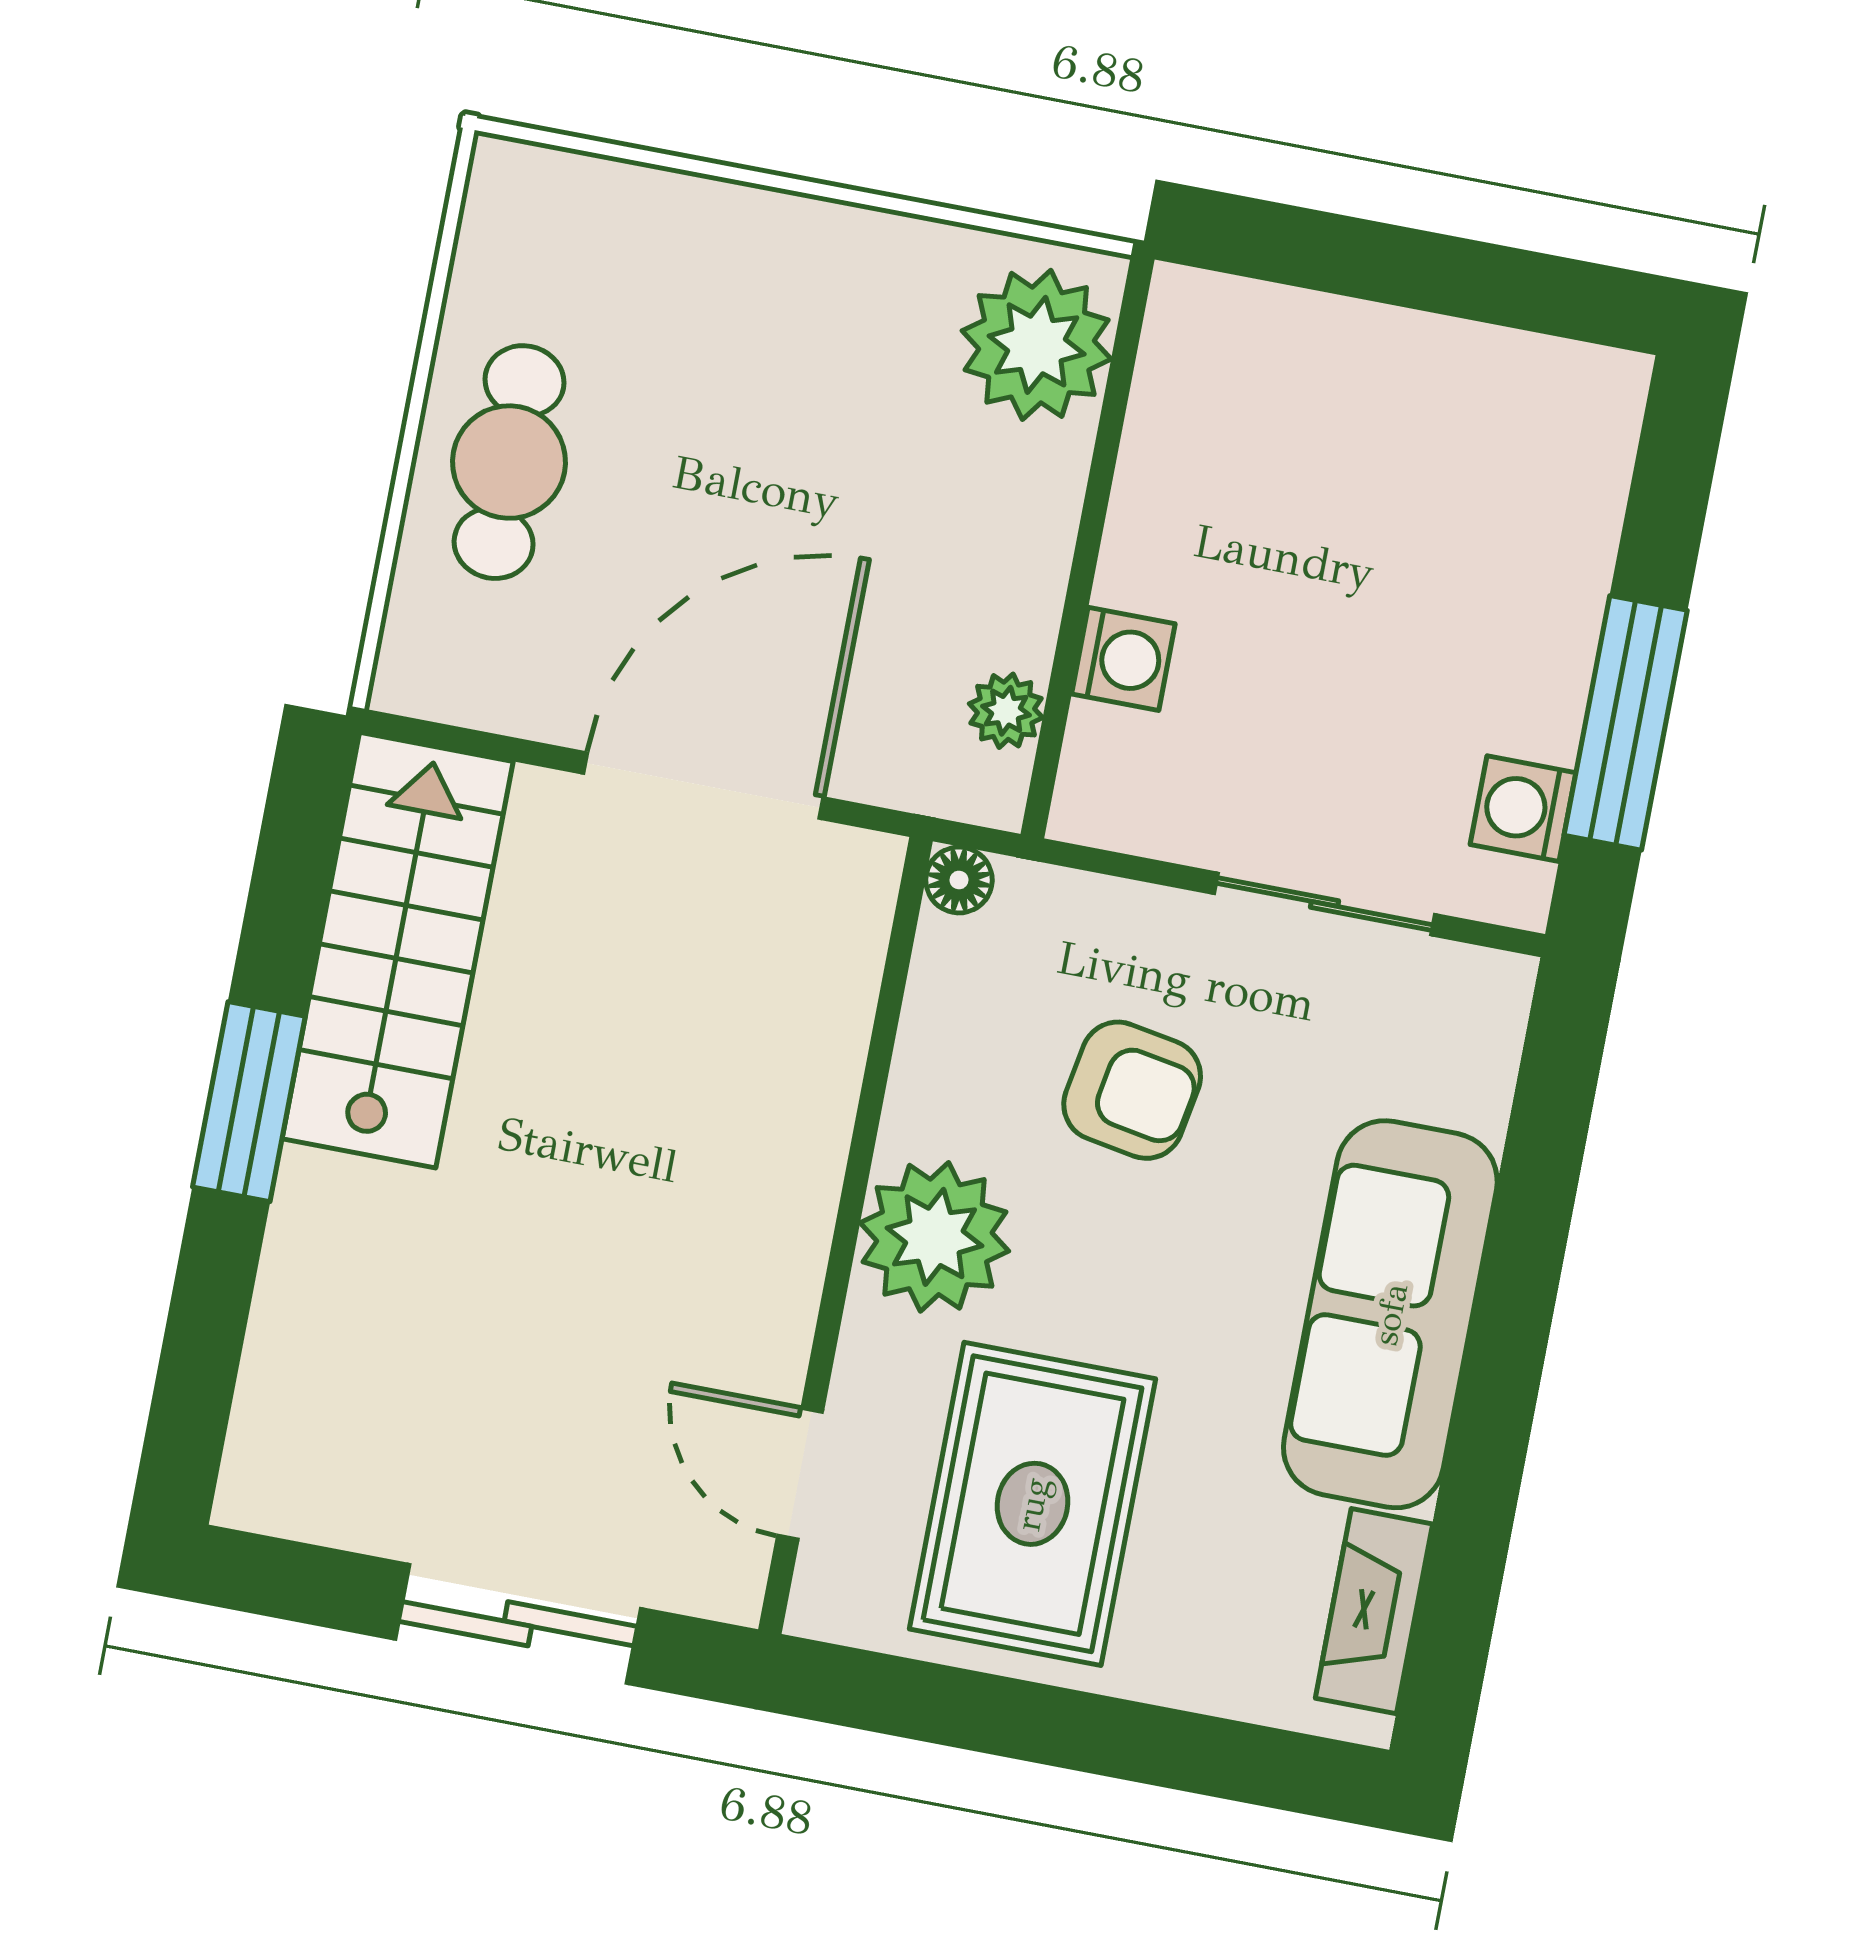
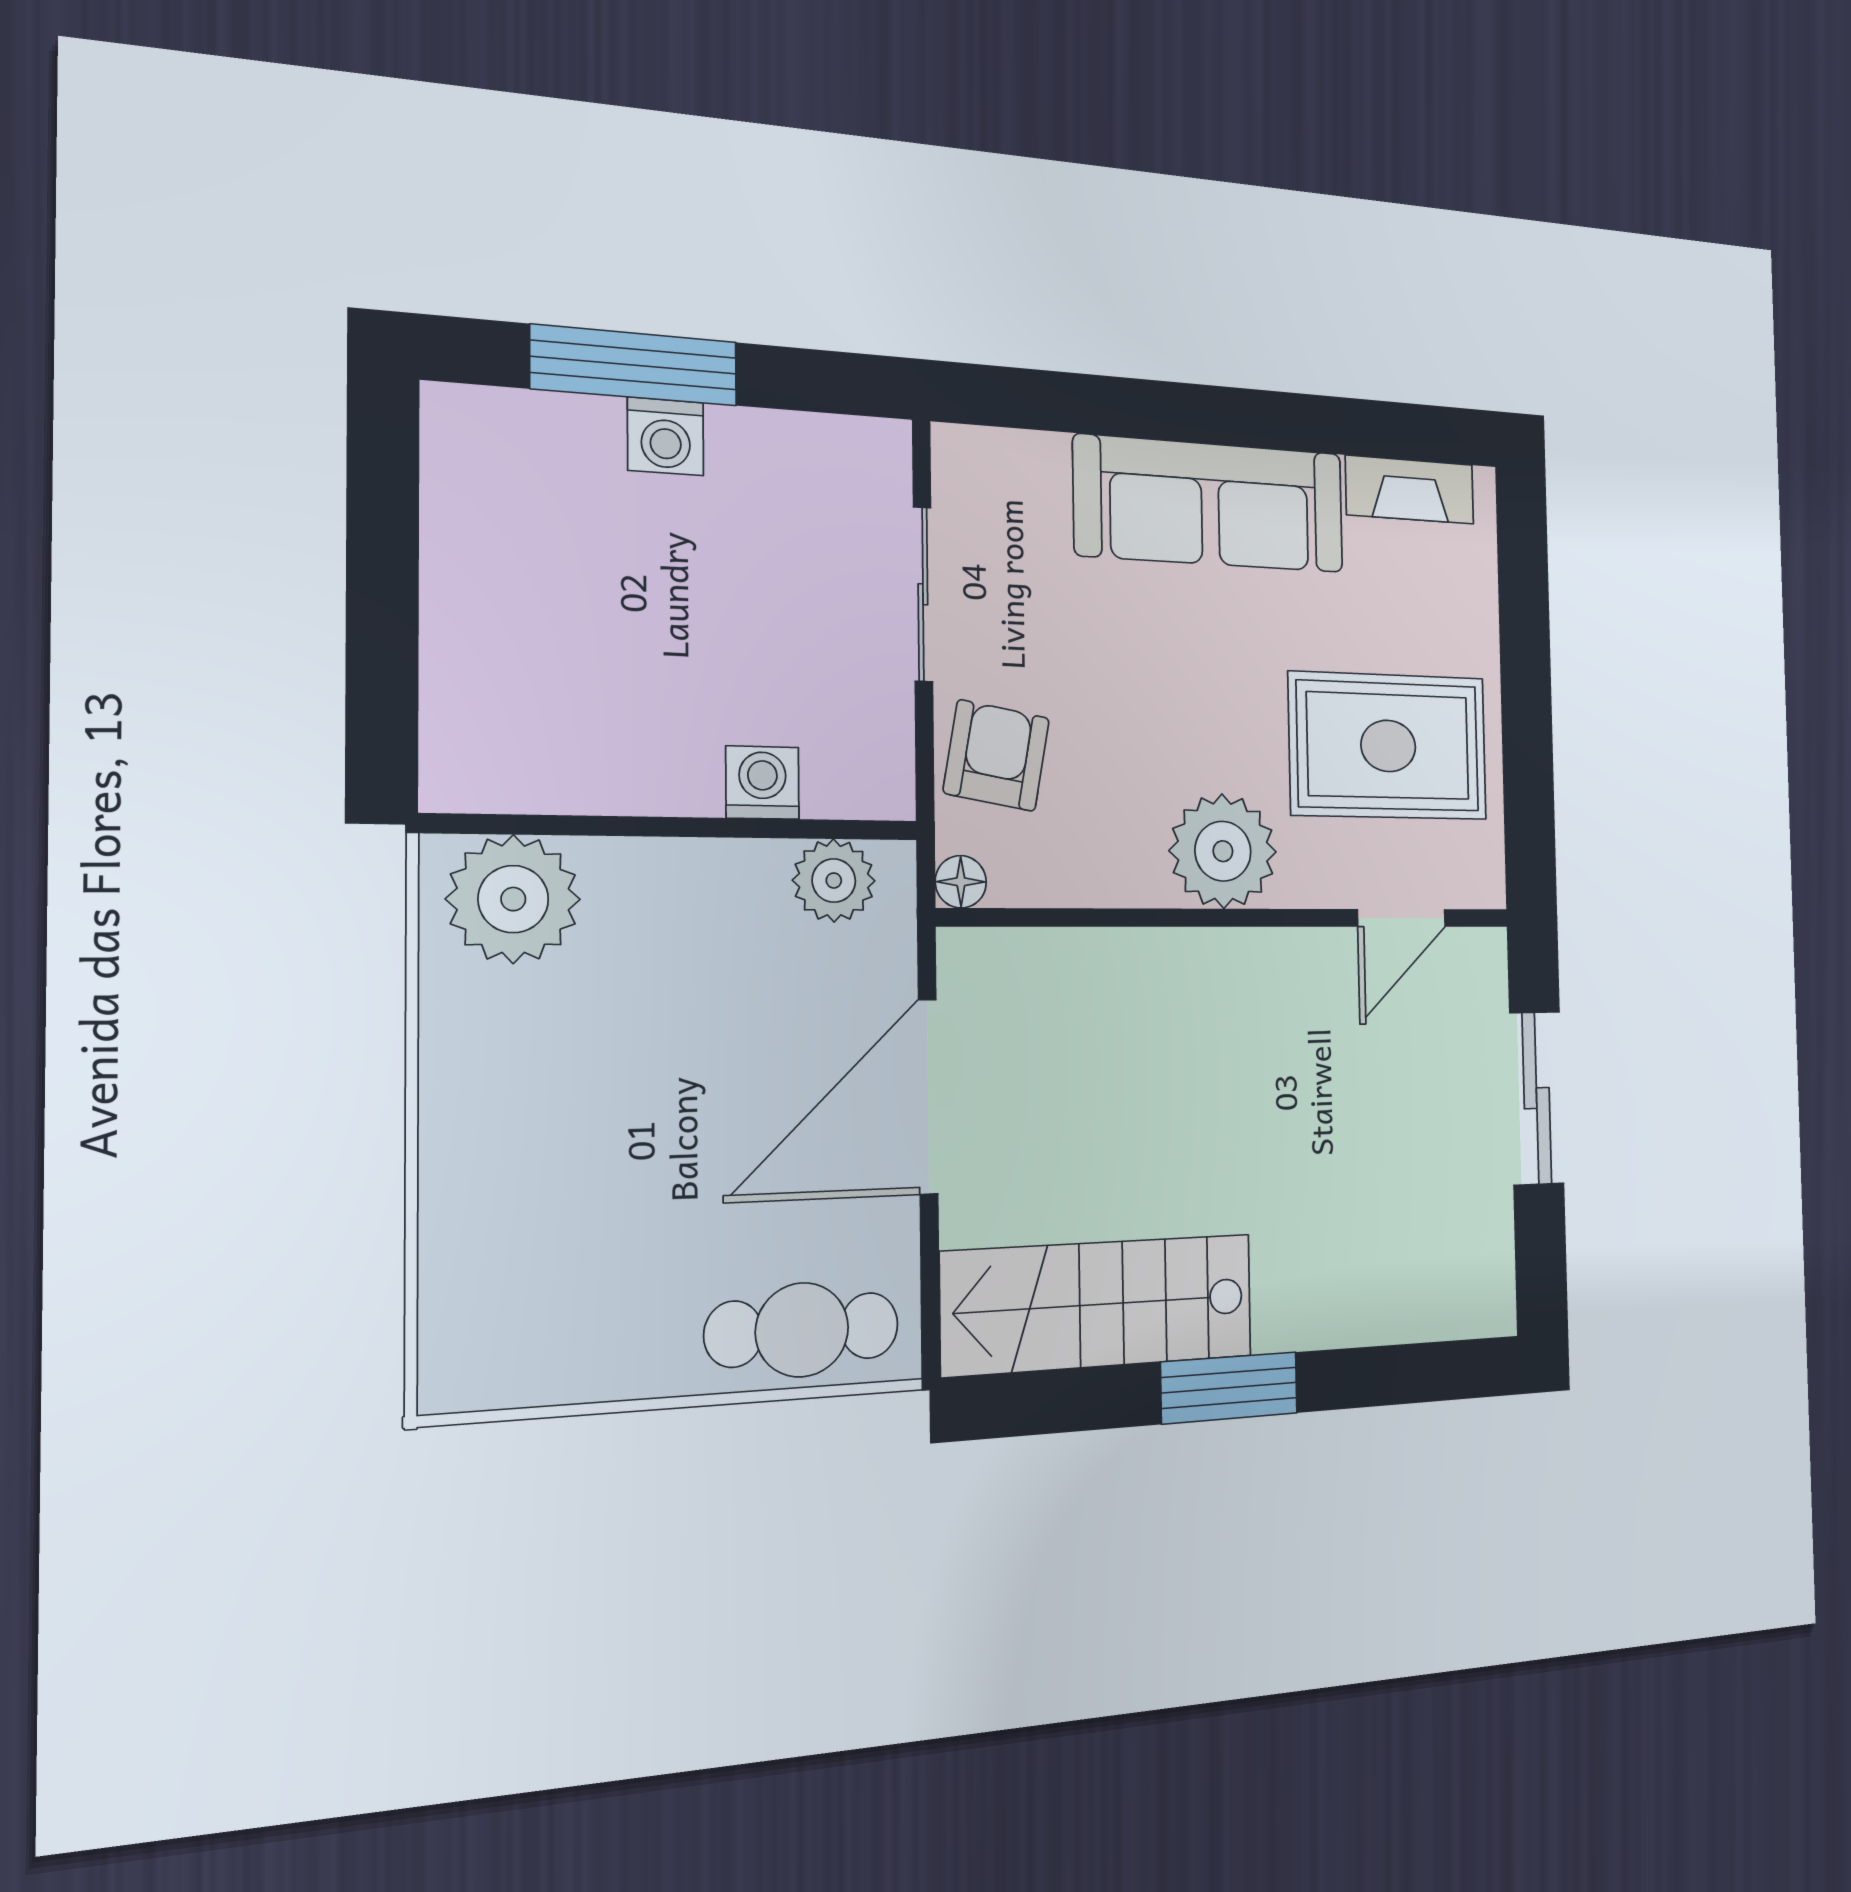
cafe table: (509, 462) -> (802, 1330), moved
plant: (1006, 711) -> (834, 881), width x1.38, depth x1.38
window: (1626, 723) -> (634, 365), moved
door: (703, 786) -> (928, 1097), hinge flipped
washing machine: (1523, 809) -> (666, 436), moved
armchair: (1132, 1090) -> (996, 755), moved

